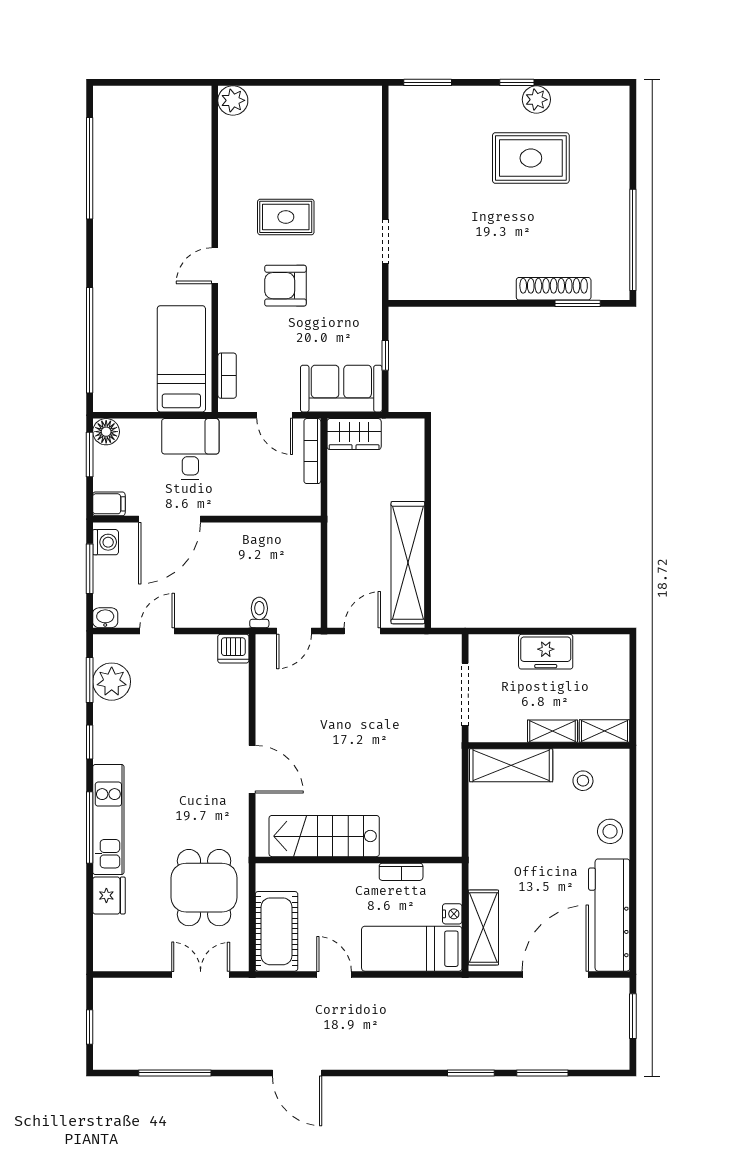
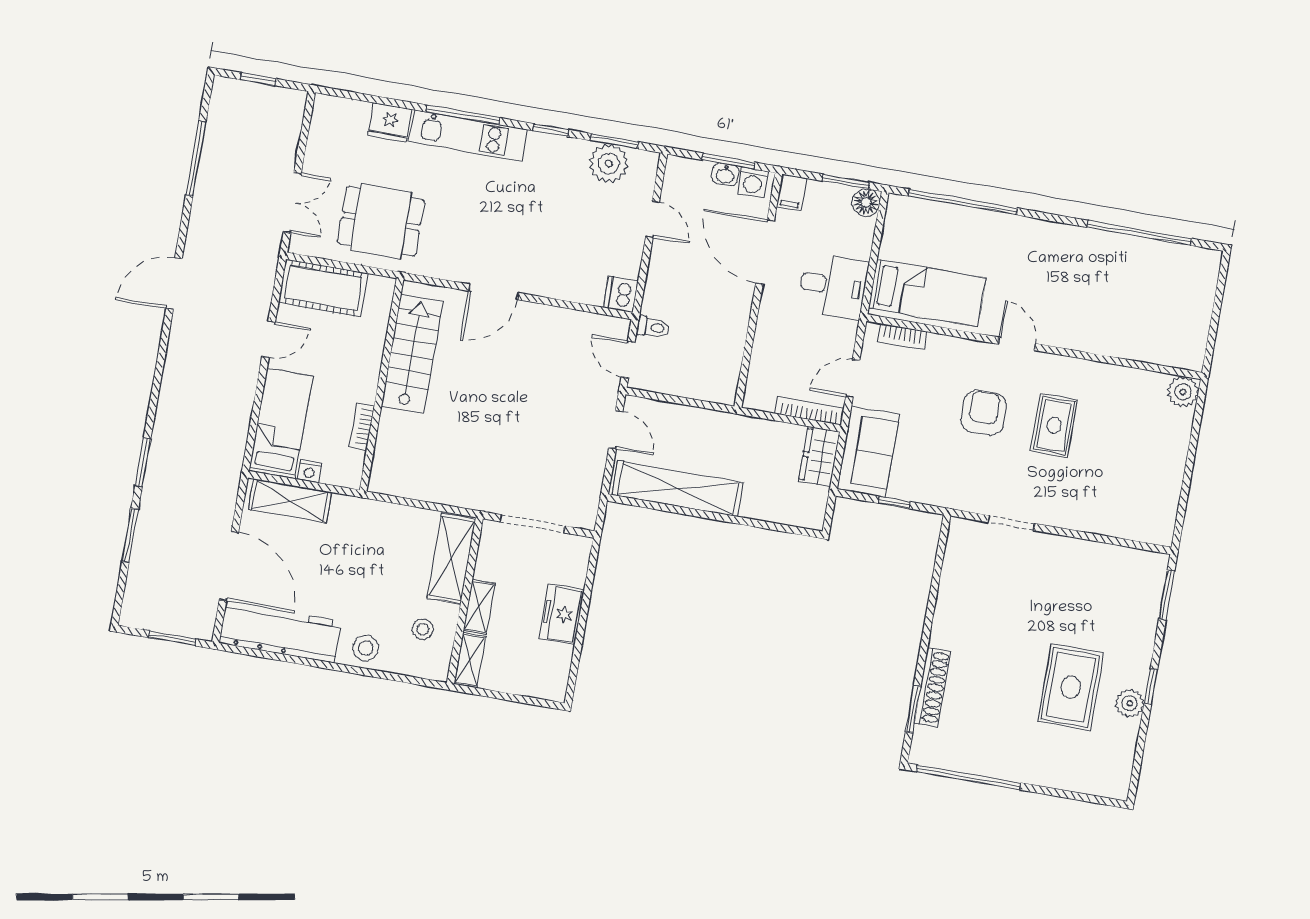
washbasin: (105, 618) -> (725, 175), moved, turned 90

